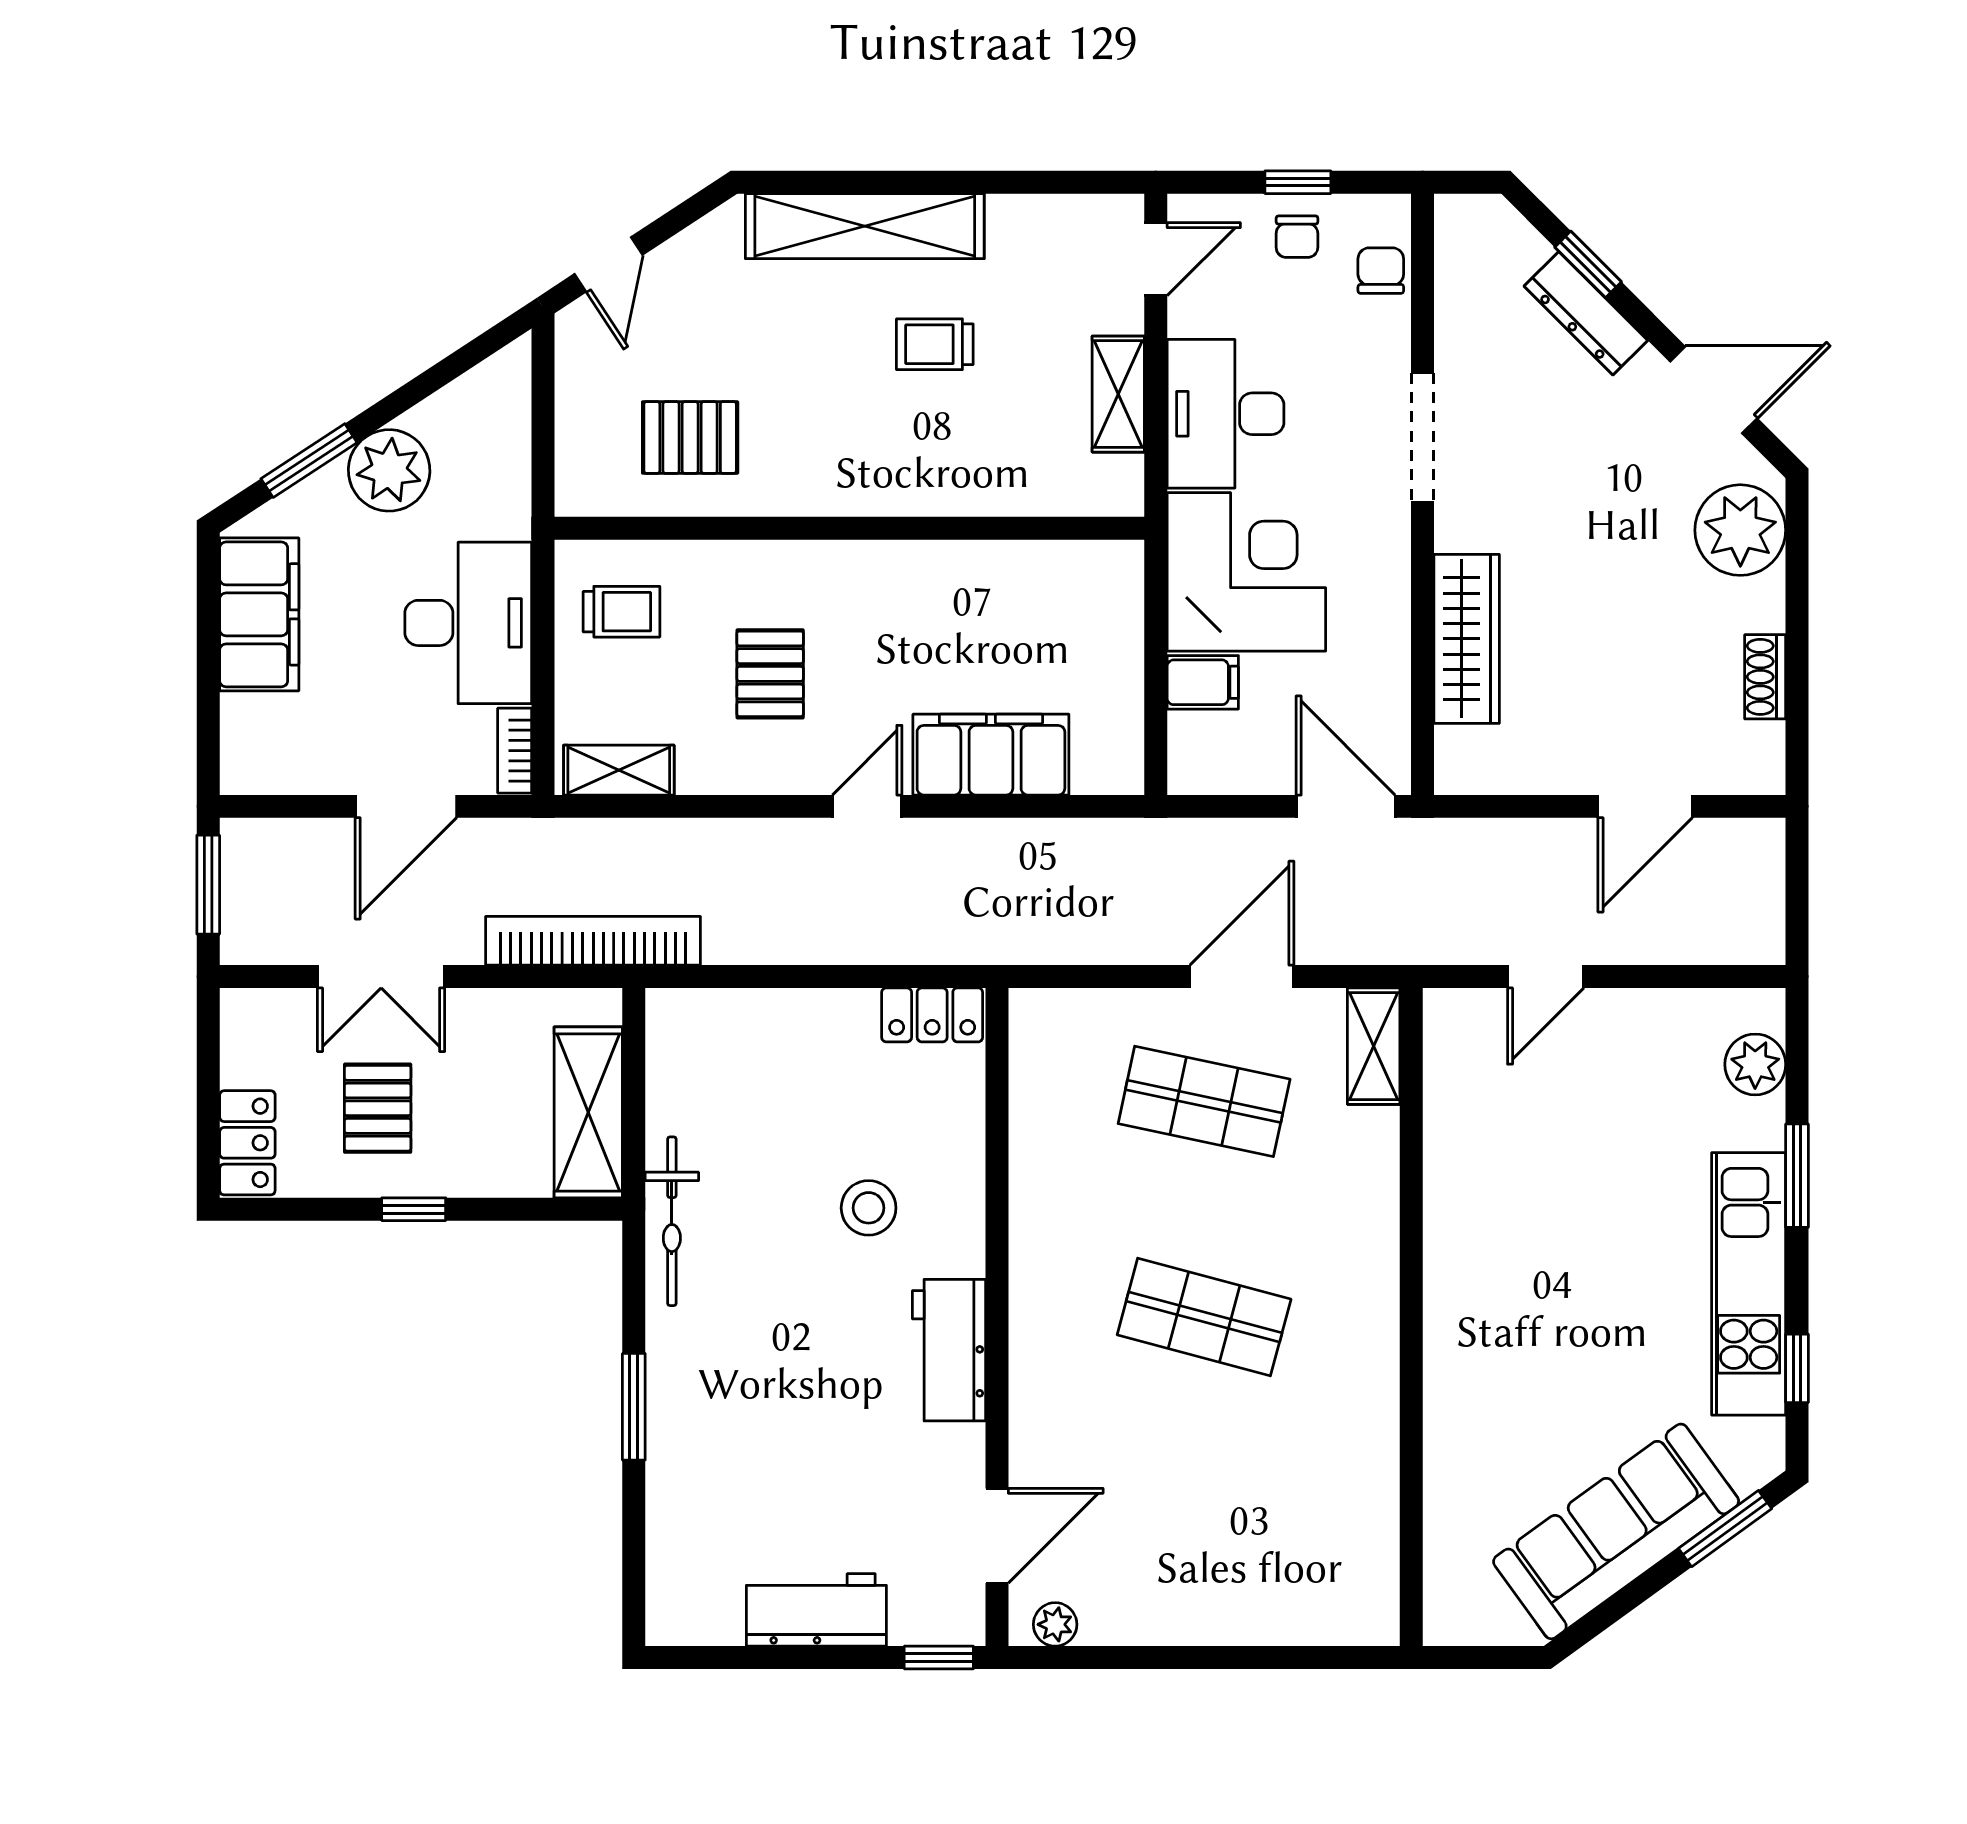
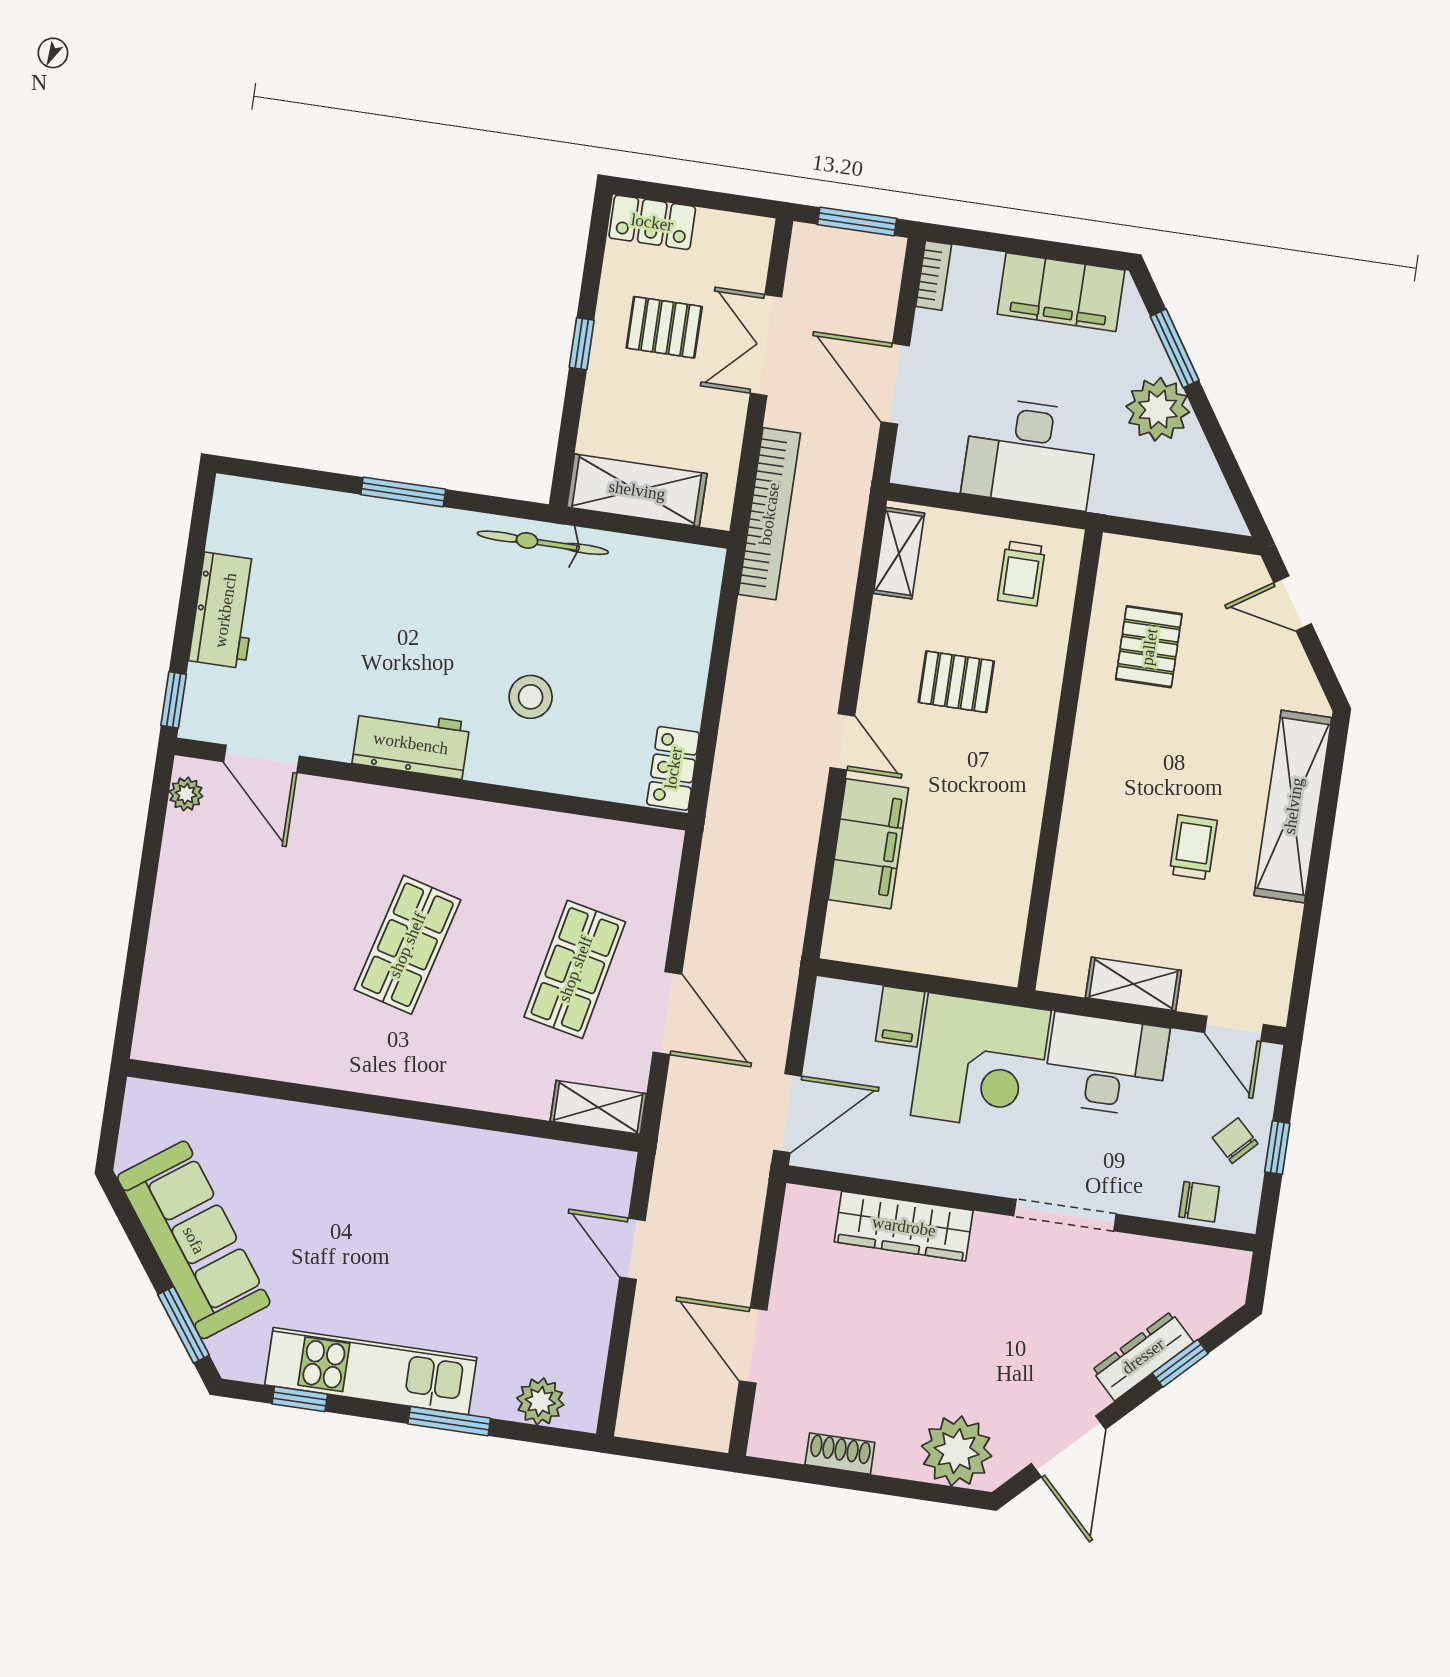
chair: (1297, 237) -> (1235, 1141), turned 44
bookcase: (515, 751) -> (934, 275), moved, turned 90

